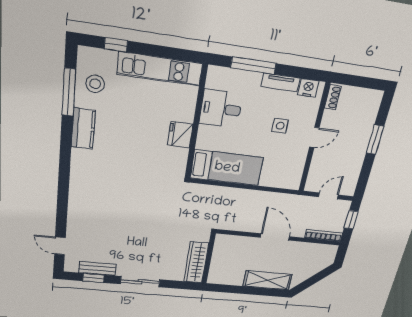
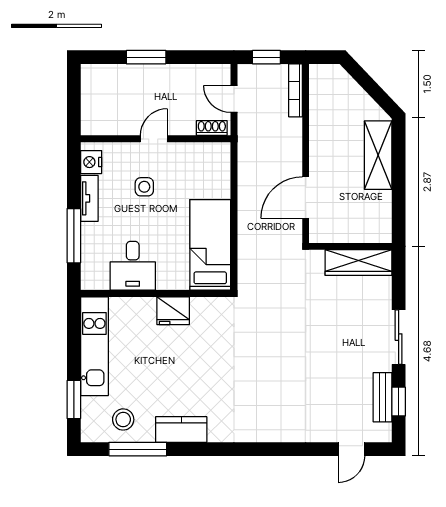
window: (116, 45) -> (74, 399), width x1.50
shoe rack: (333, 97) -> (212, 128), moved
door: (314, 137) -> (154, 139), hinge flipped
door: (275, 237) -> (306, 198), moved

